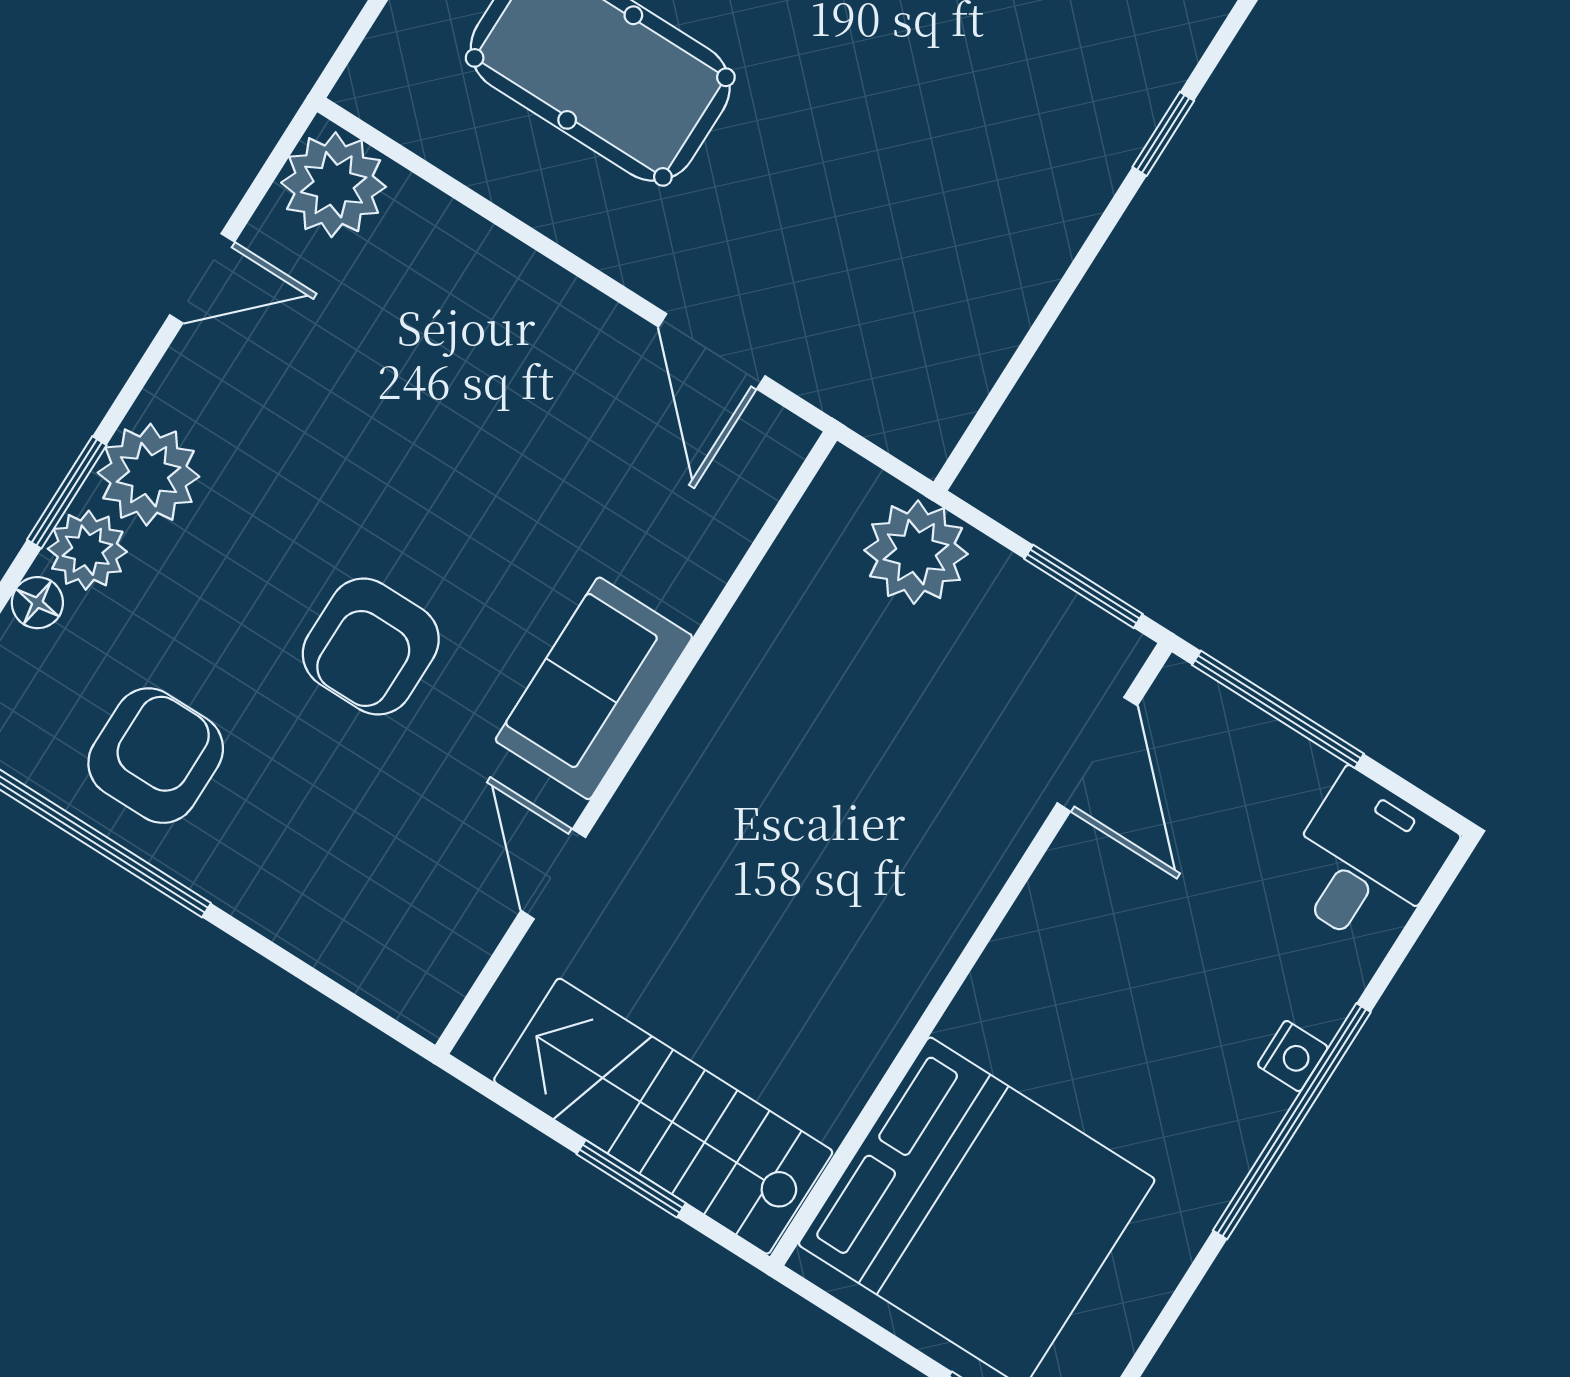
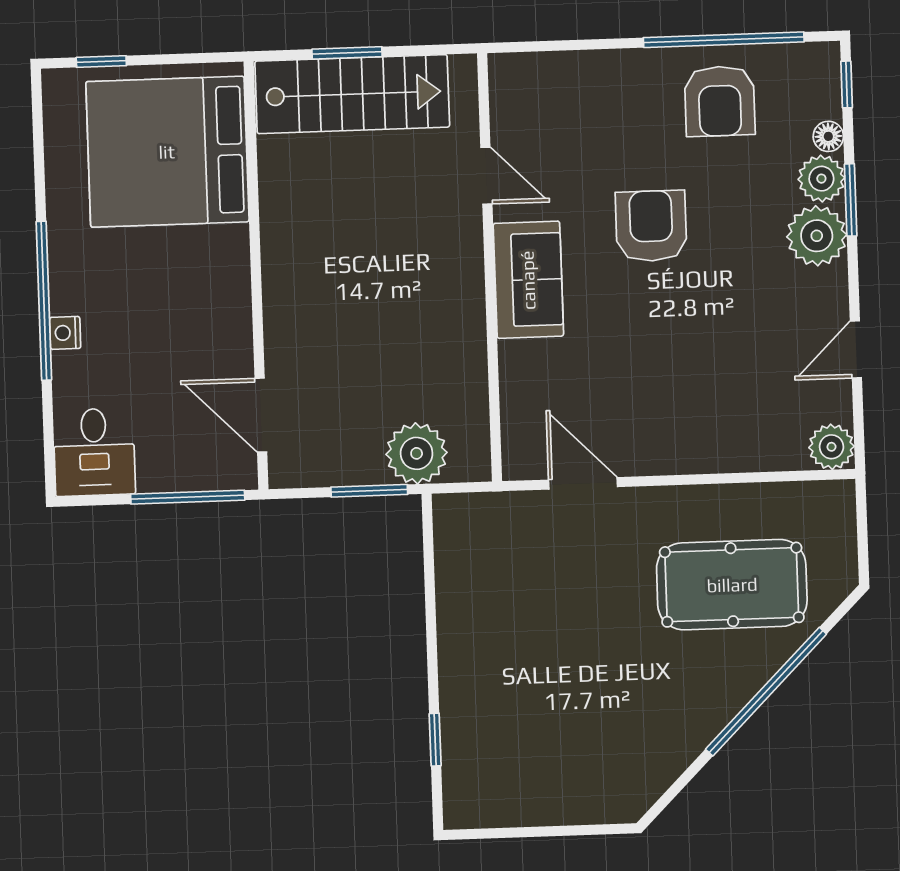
plant: (334, 185) -> (831, 447), width x0.73, depth x0.73
window: (1083, 586) -> (369, 491), moved

